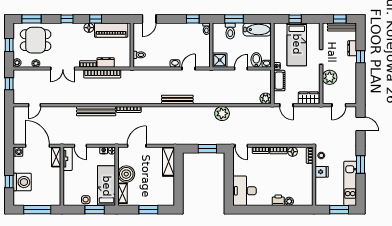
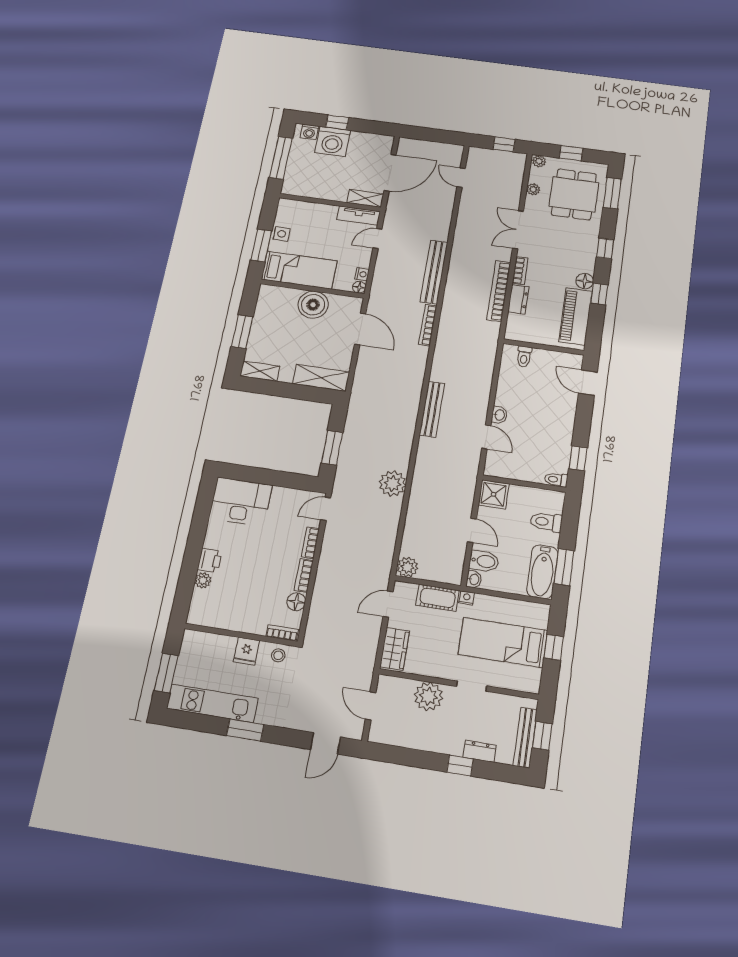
window: (234, 19) -> (564, 567), moved
washing machine: (18, 152) -> (309, 132), moved
shelving: (123, 193) -> (260, 371), moved

